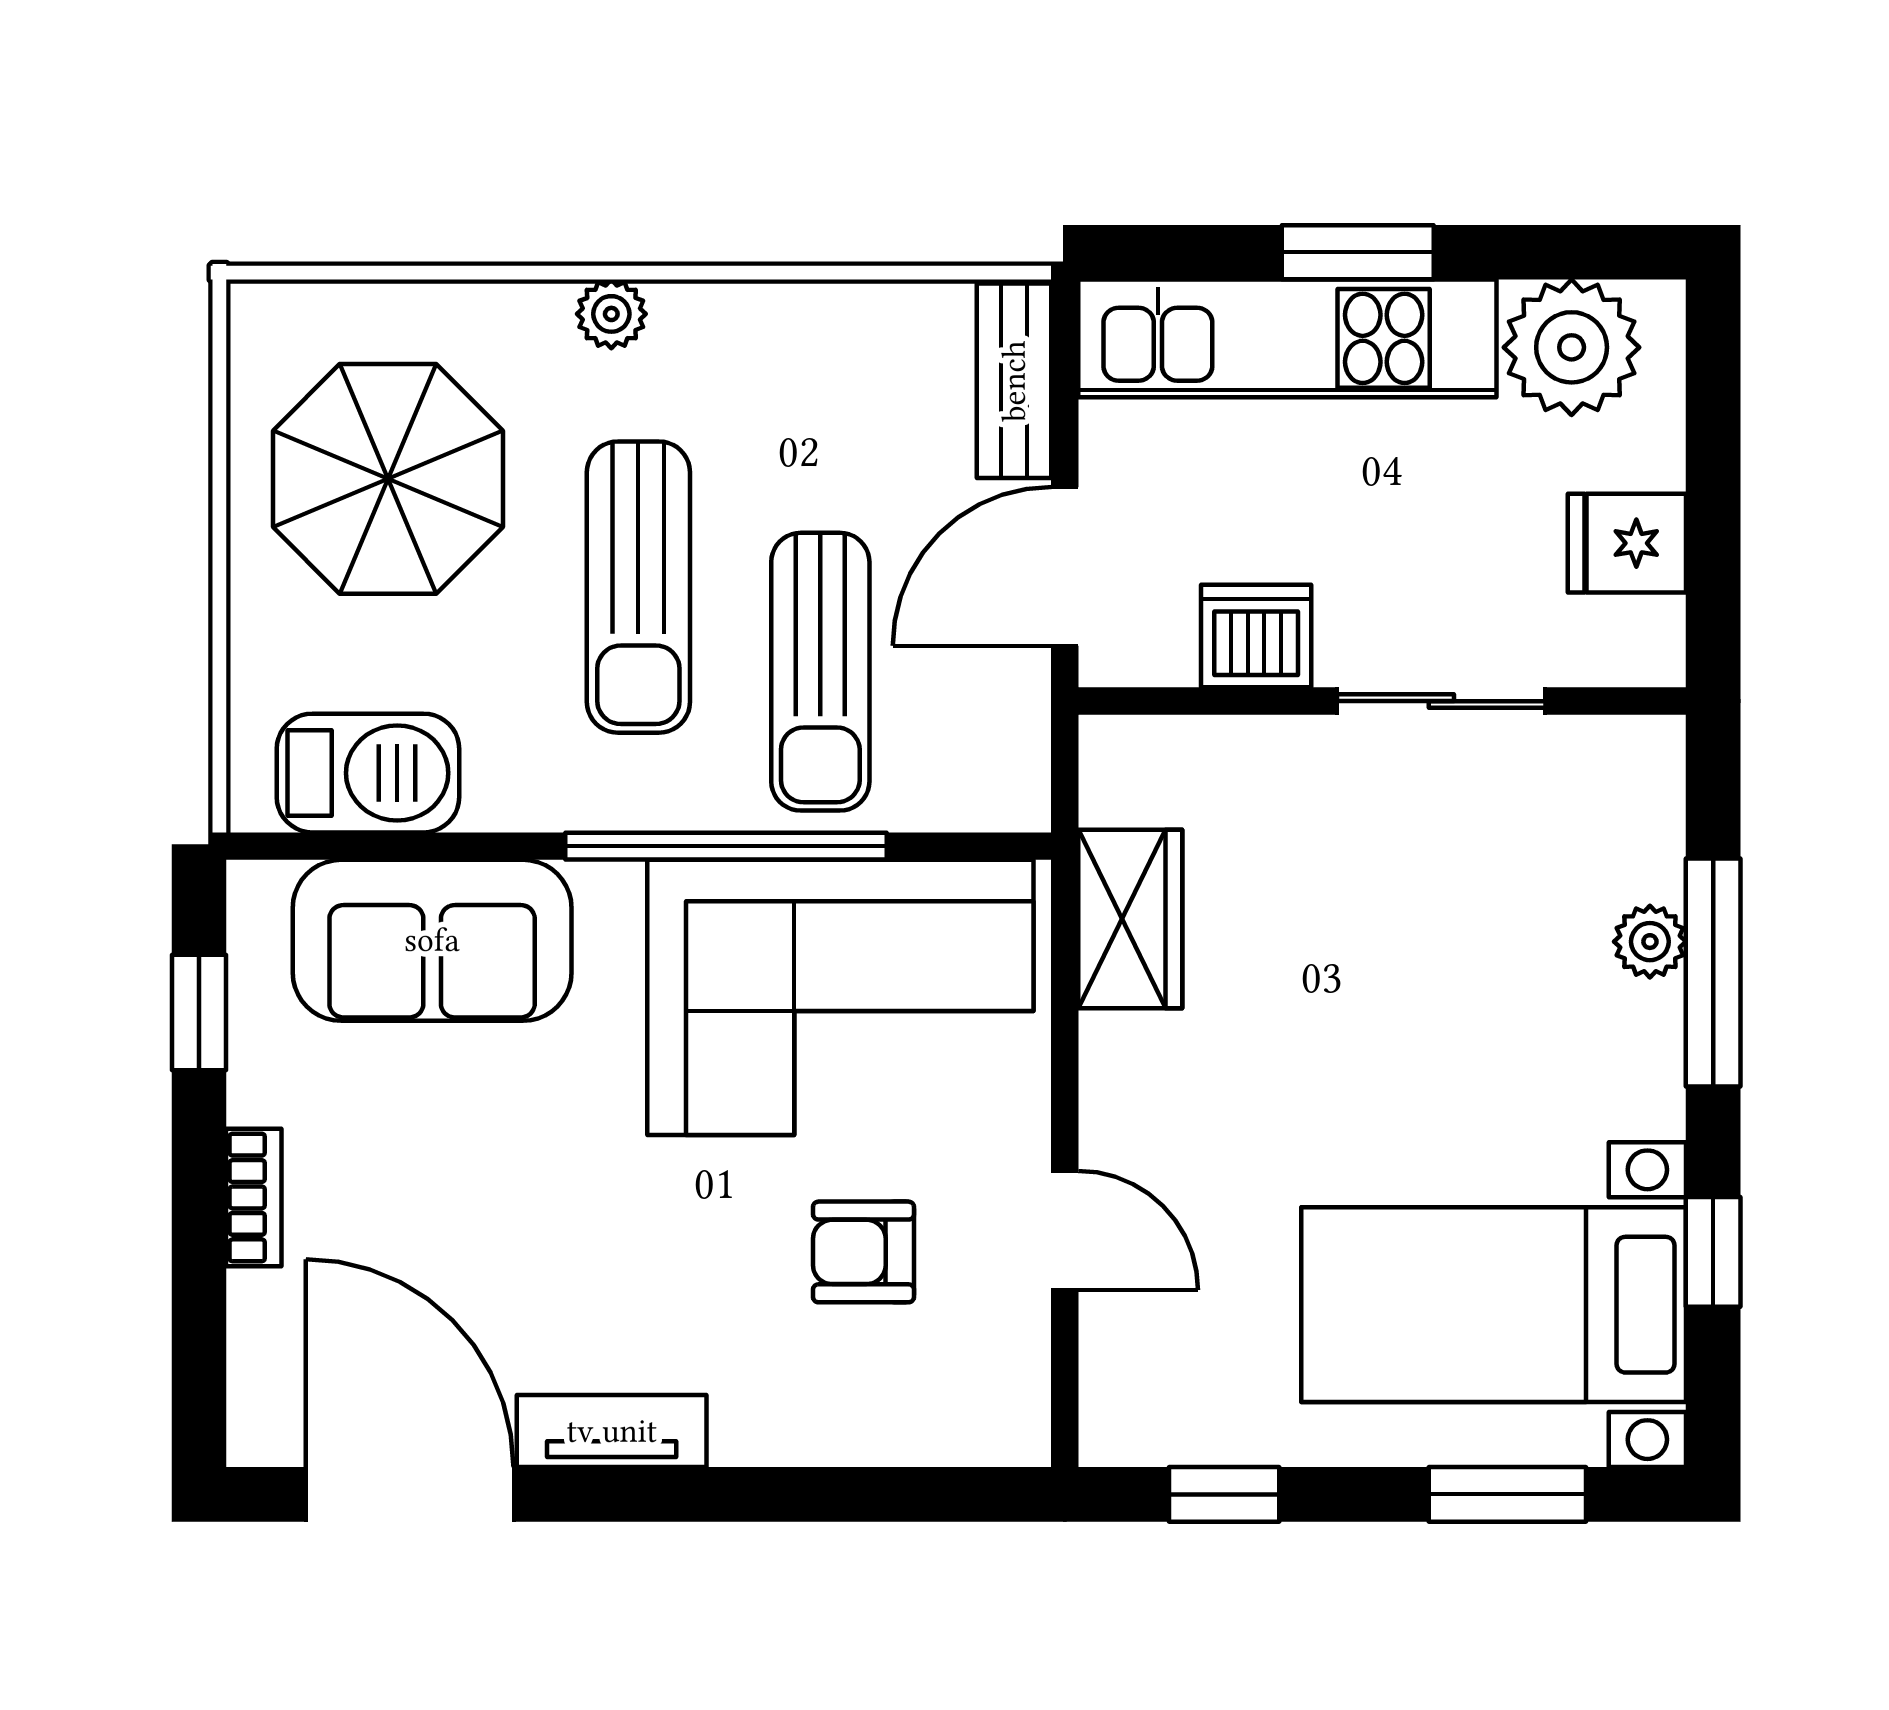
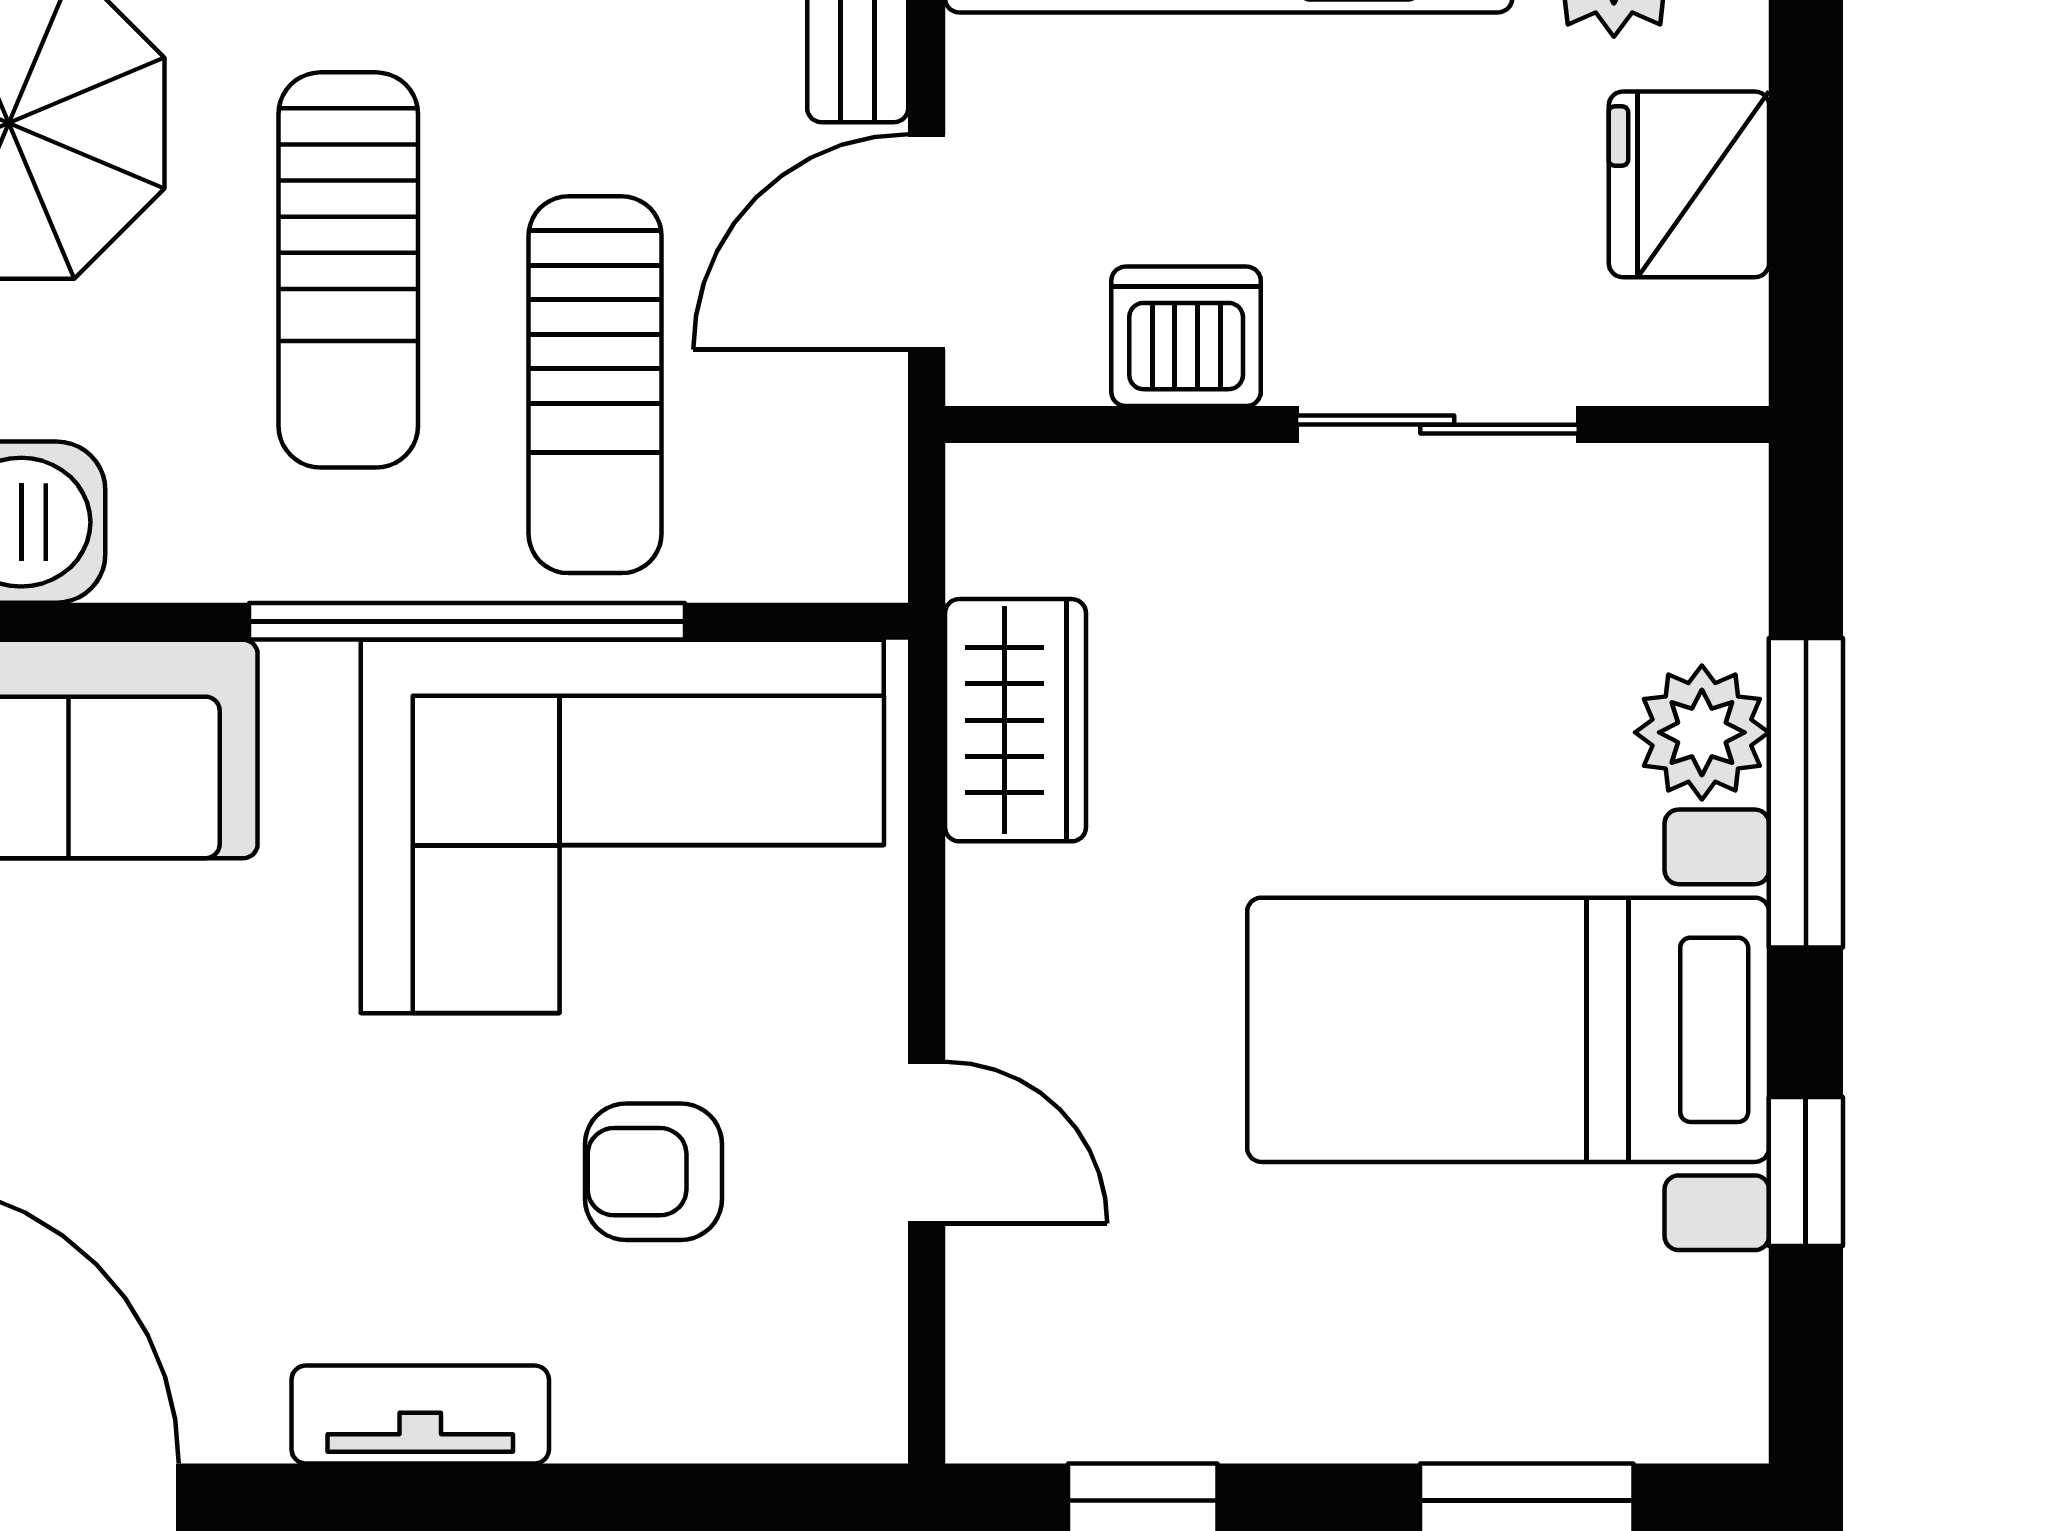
fridge: (1627, 543) -> (1689, 184), width x1.38
plant: (1650, 942) -> (1702, 732), width x1.38, depth x1.38
bed with nightstands: (1494, 1305) -> (1508, 1030), moved
tv unit: (612, 1431) -> (420, 1415), moved

